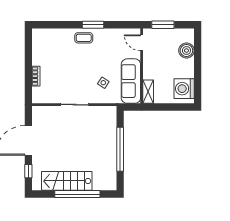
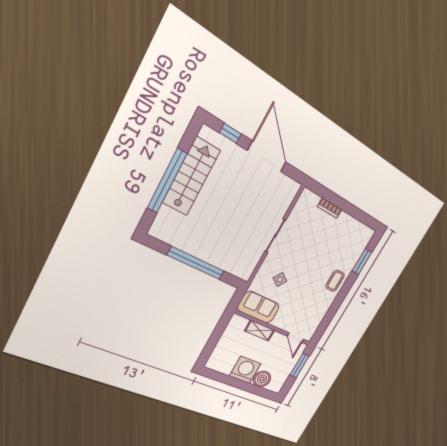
window: (93, 25) -> (362, 262), moved
door: (142, 43) -> (295, 338), swing flipped
sofa: (131, 81) -> (258, 307), width x0.73
washing machine: (184, 89) -> (245, 370), moved
shelving: (148, 92) -> (260, 330), moved

